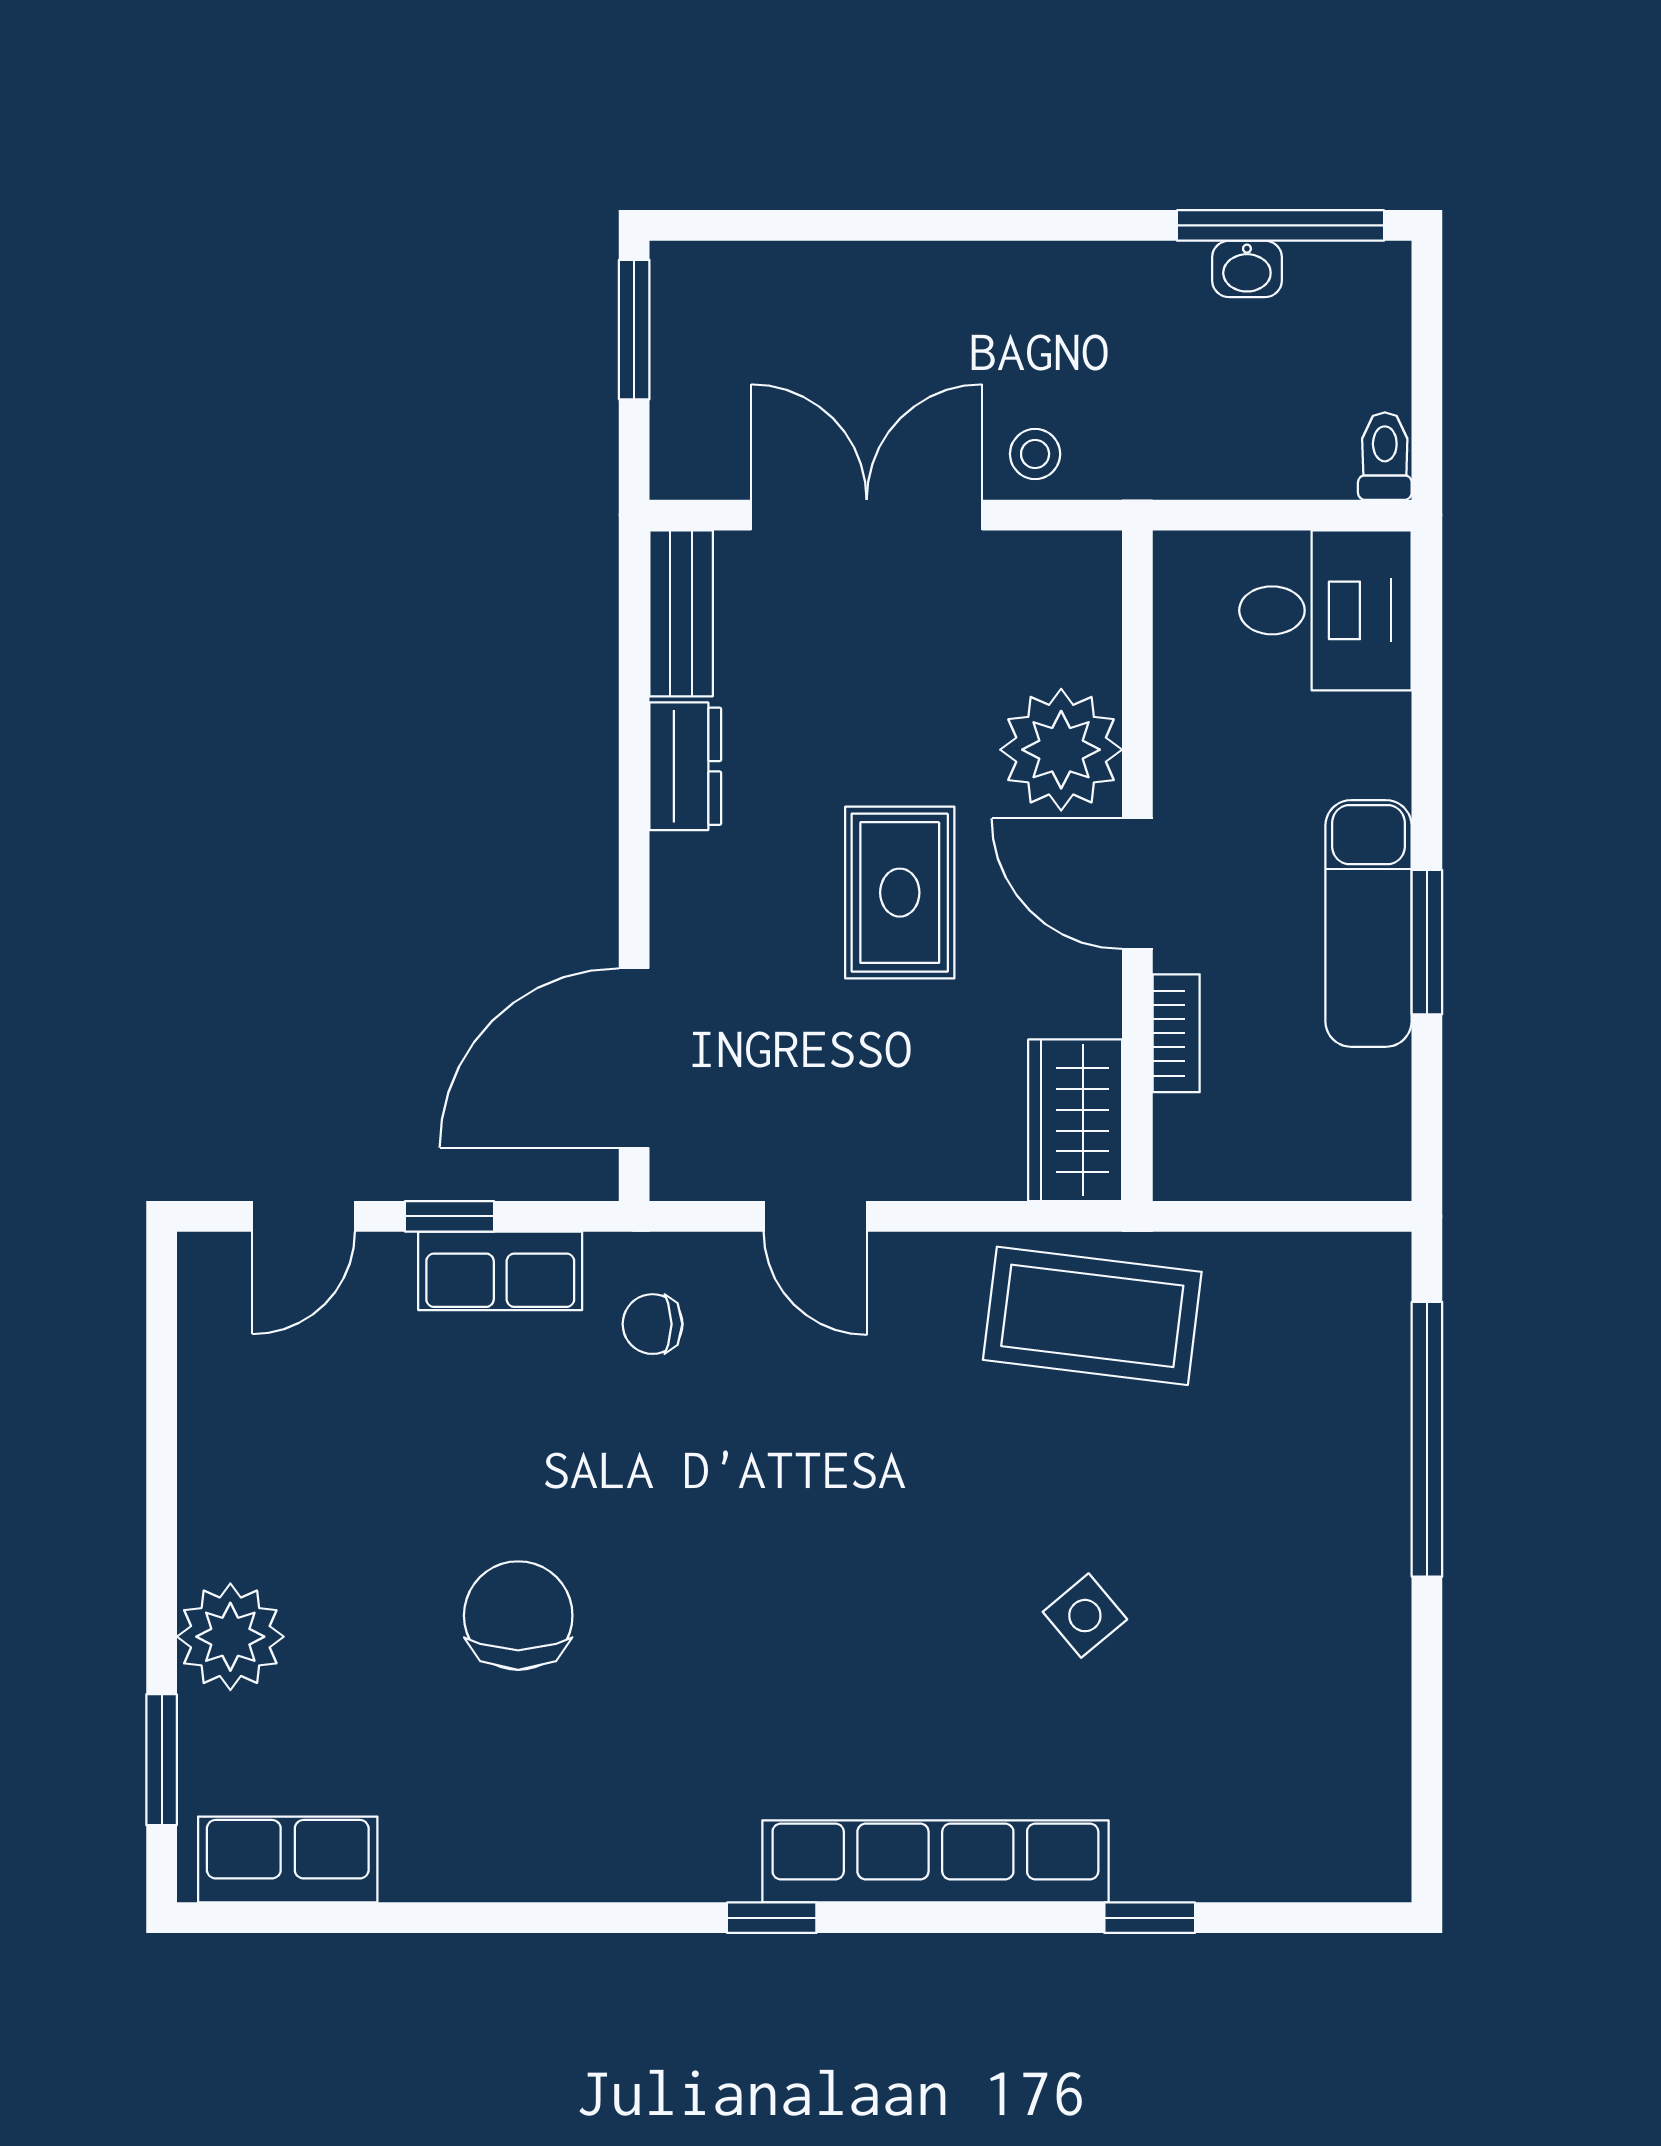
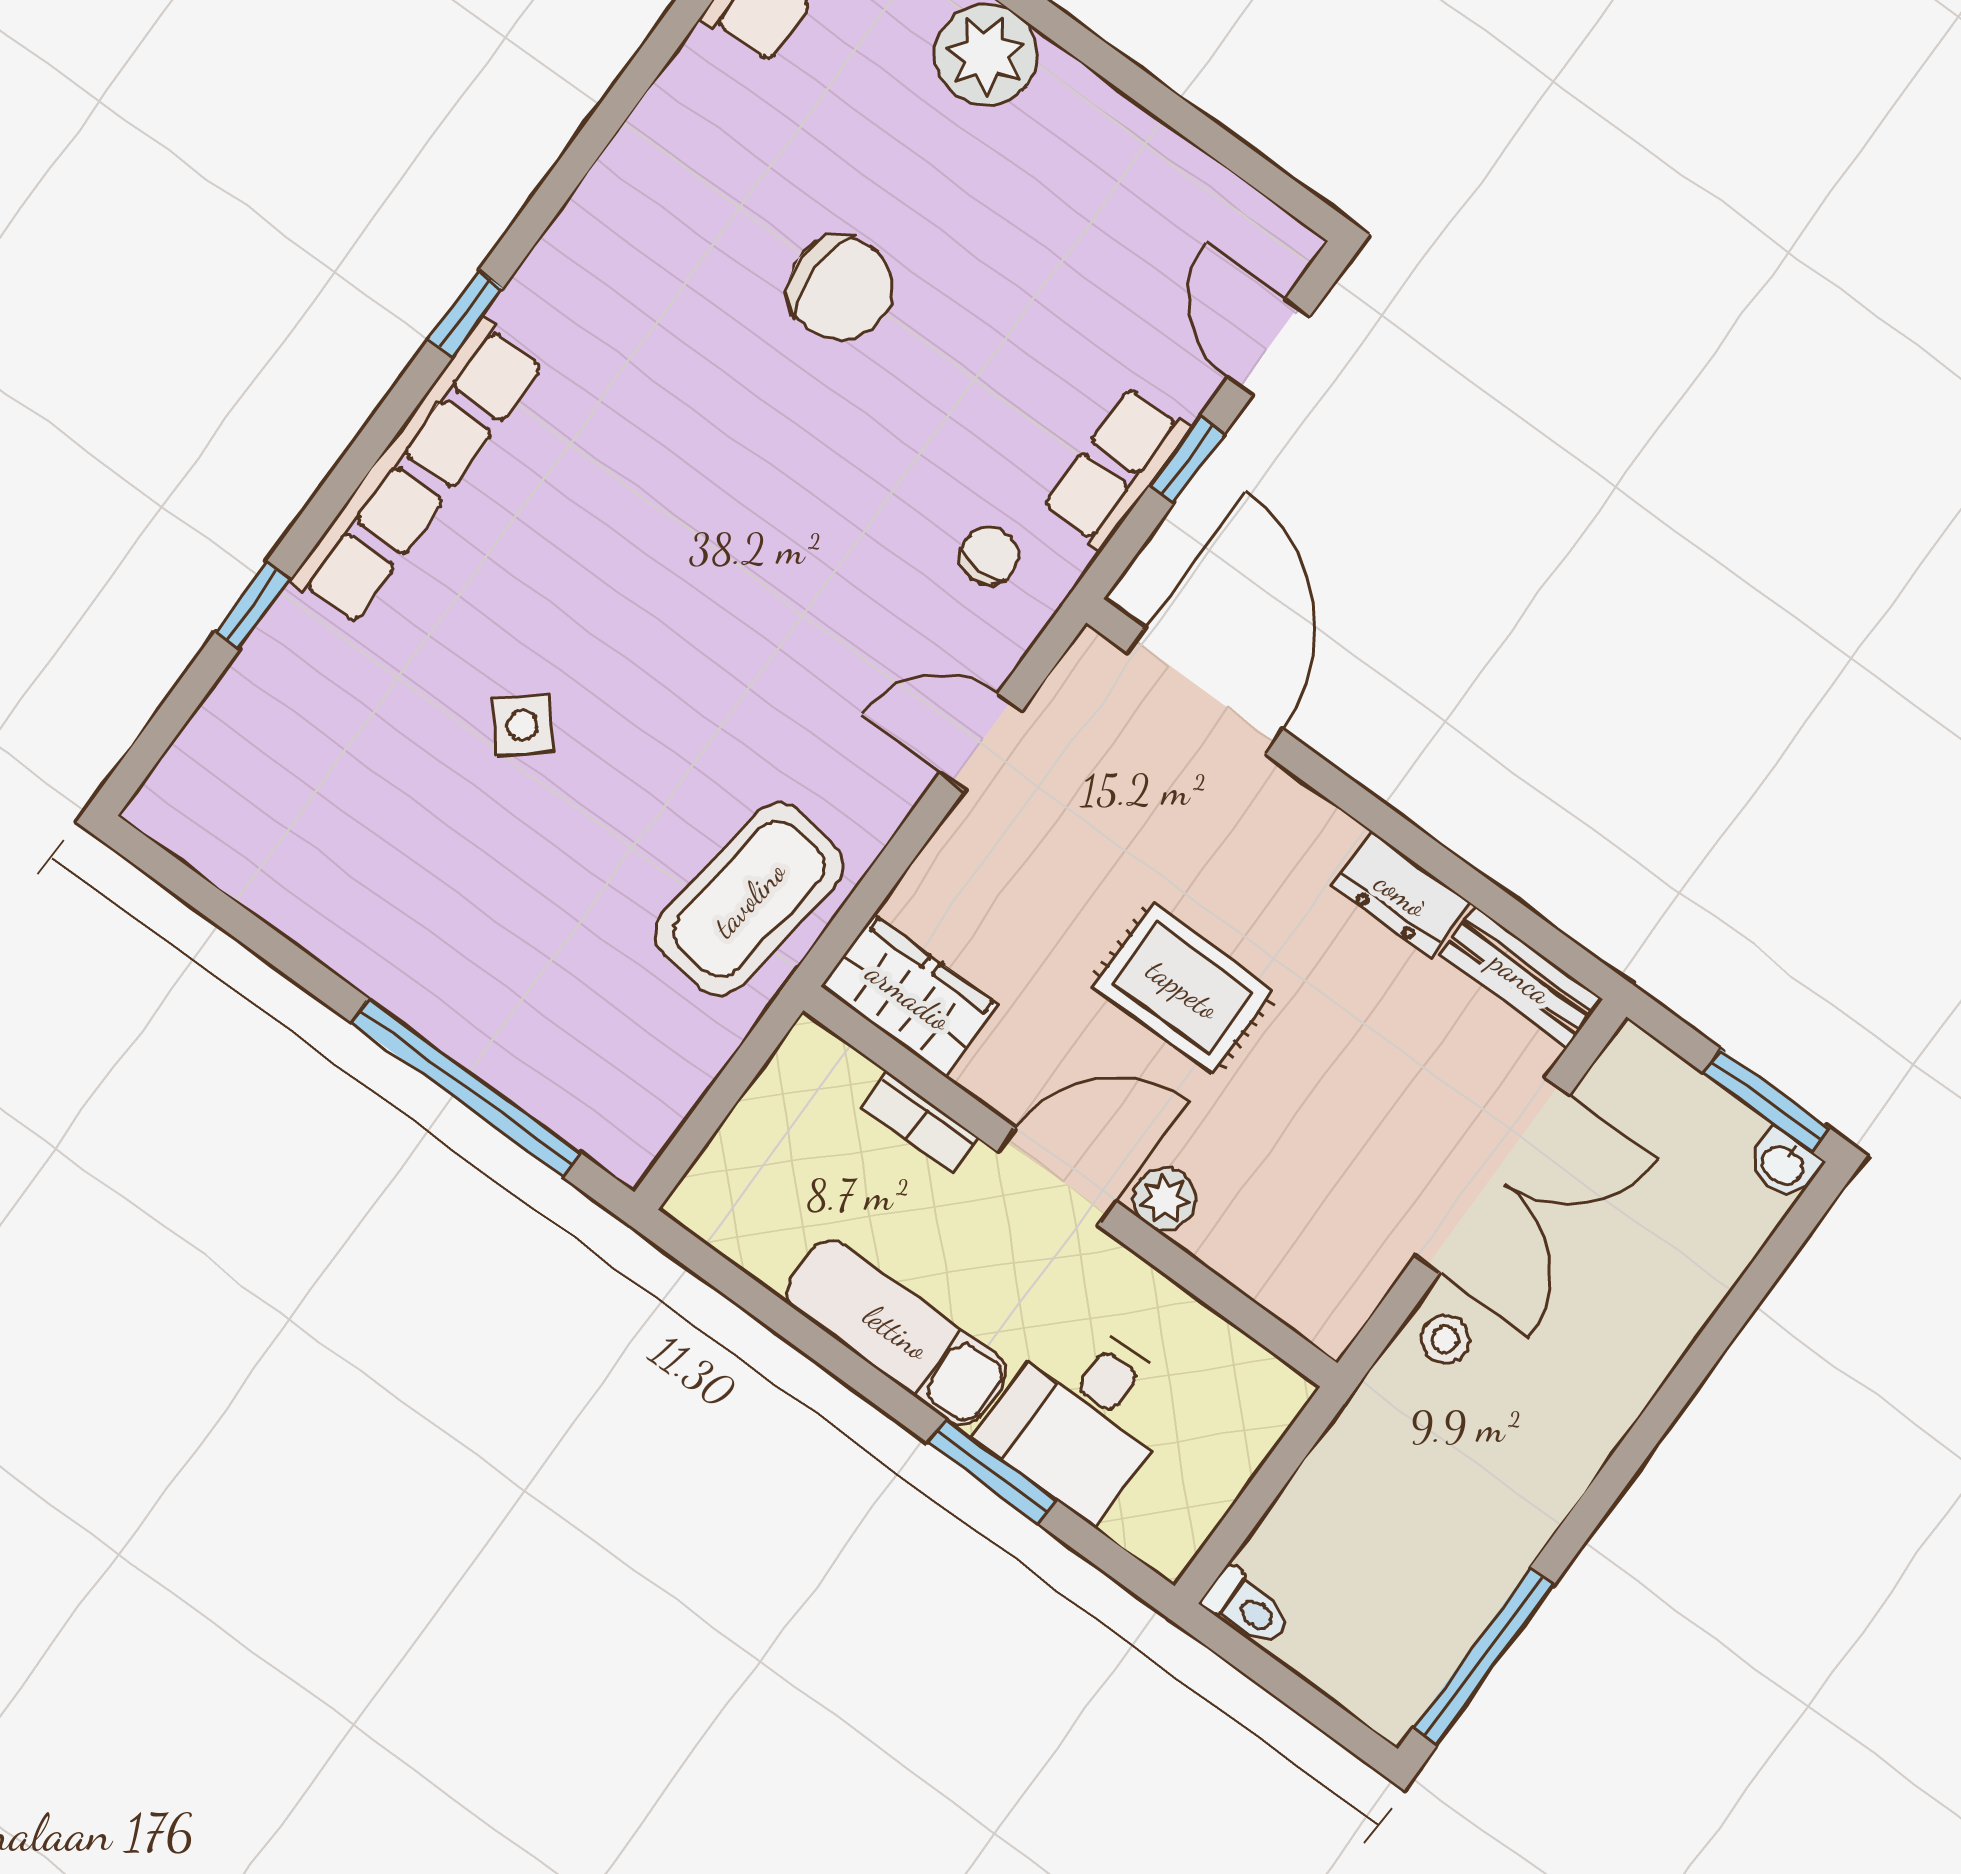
washbasin: (1247, 269) -> (1783, 1164), moved, turned -90
desk: (1325, 610) -> (1082, 1417), moved
plant: (1061, 750) -> (1165, 1199), width x0.53, depth x0.53
window: (1427, 942) -> (992, 1471), moved

